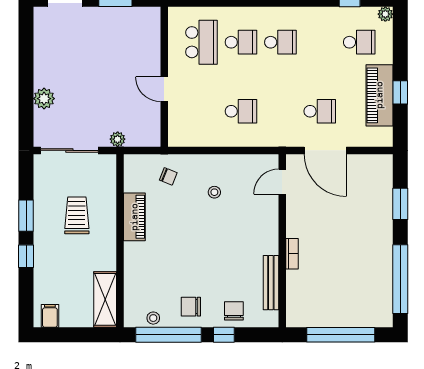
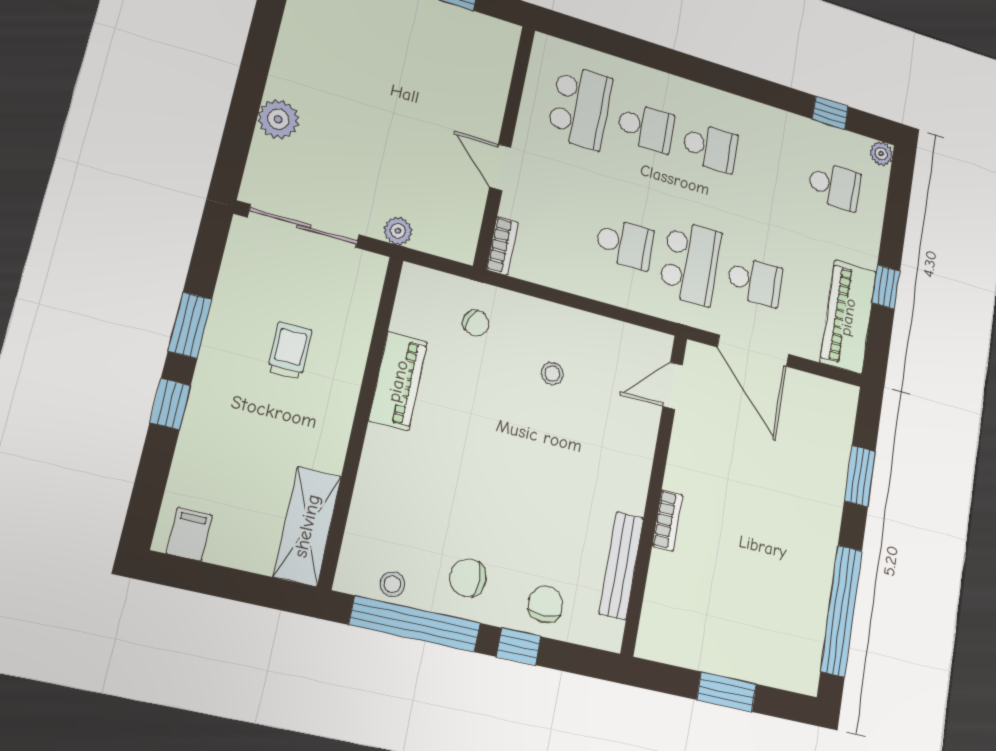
piano: (379, 95) -> (848, 317), moved
school desk: (280, 111) -> (690, 263), added
bookcase: (174, 132) -> (502, 246), added
trolley: (77, 215) -> (290, 350), width x0.73, depth x0.72
window: (341, 335) -> (727, 692), width x0.47

